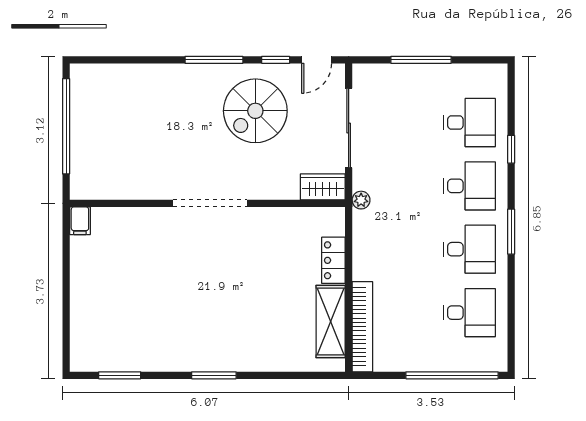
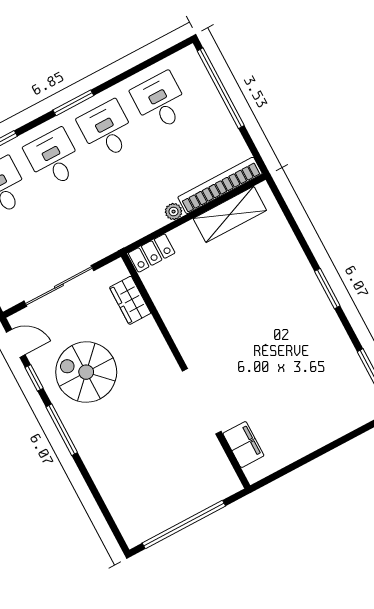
spiral stairs: (255, 111) -> (86, 372), turned 180
wardrobe: (323, 187) -> (130, 300), moved
plant: (361, 200) -> (174, 212), moved
doorway: (210, 203) -> (202, 401), moved
filing cabinet: (80, 221) -> (243, 445), moved, width x2.00
locker: (333, 260) -> (152, 253), moved

